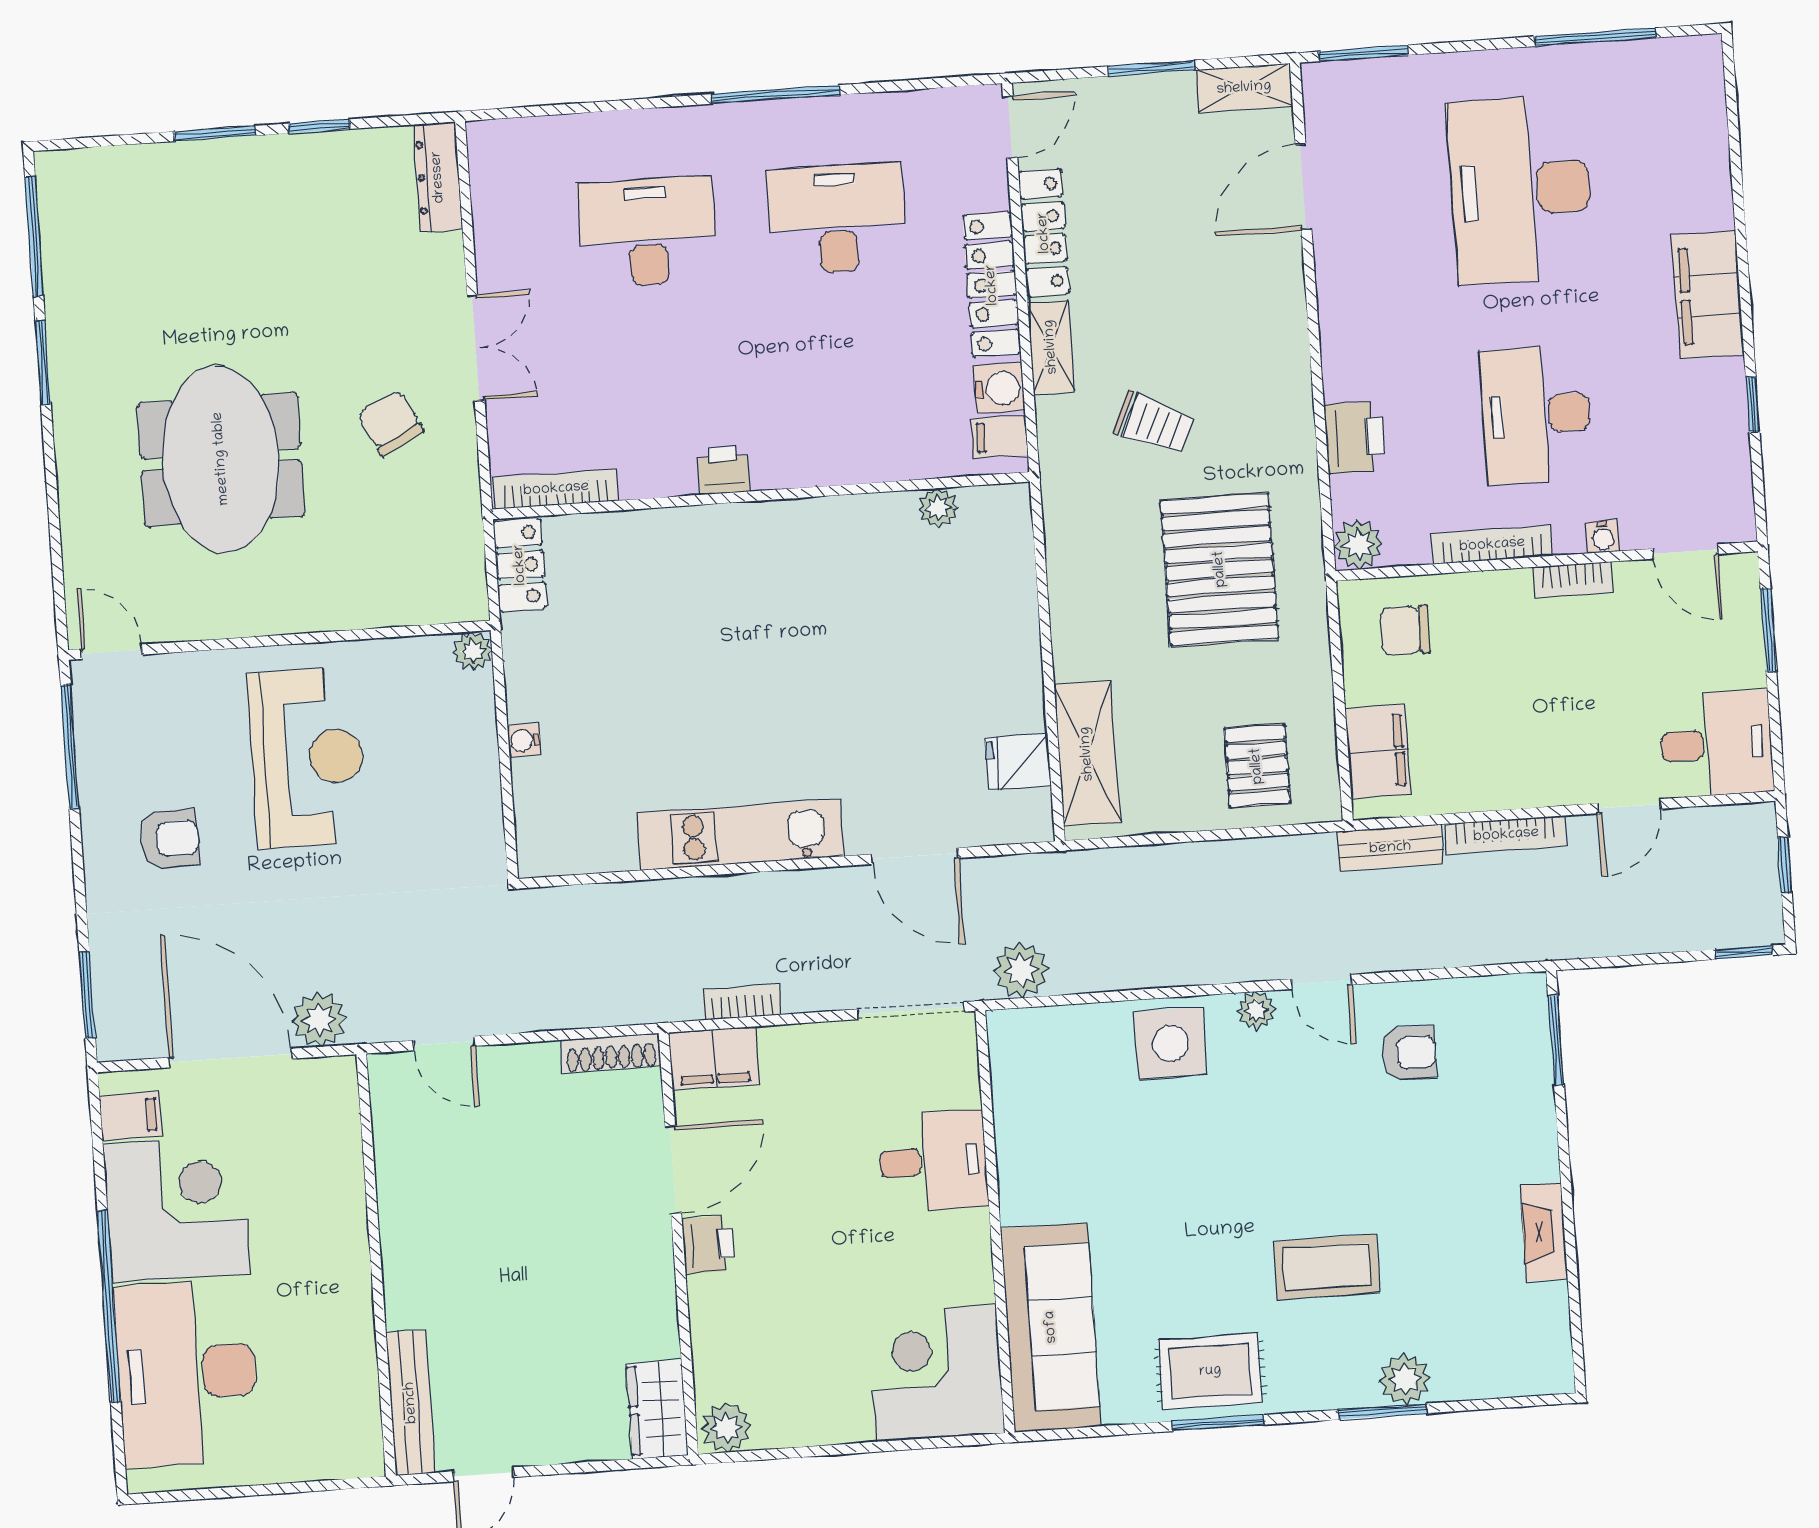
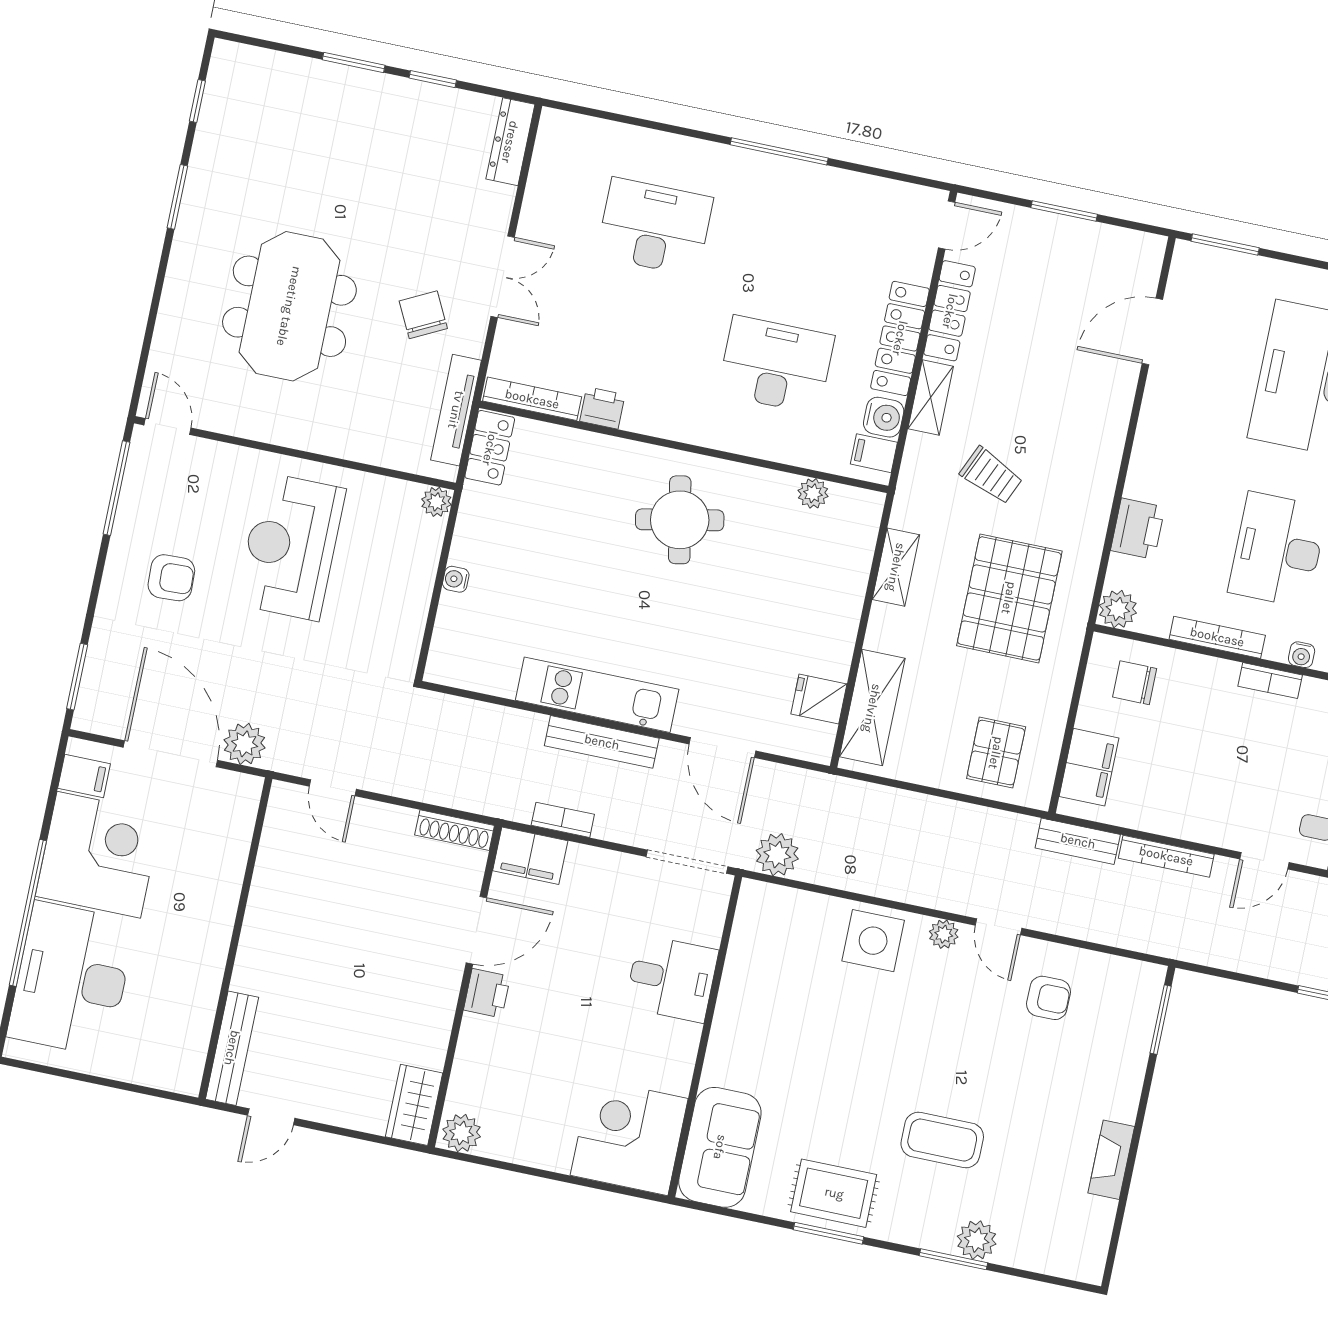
shelving: (1244, 88) -> (896, 567), moved, turned 90
desk: (837, 219) -> (776, 365), moved
window: (34, 237) -> (197, 101), width x0.46
printer: (723, 470) -> (602, 408), moved
tv unit: (465, 530) -> (456, 410), added
round table: (782, 588) -> (680, 520), added
reception desk: (307, 758) -> (291, 547), turned 180
bench: (763, 892) -> (602, 742), added
sofa: (1051, 1327) -> (720, 1147), width x0.73

